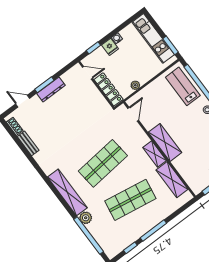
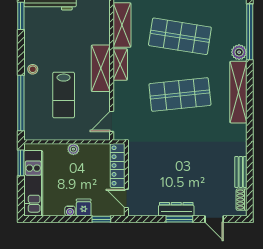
plant: (135, 85) -> (73, 149), moved
lab bench: (183, 86) -> (64, 95), moved

